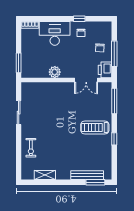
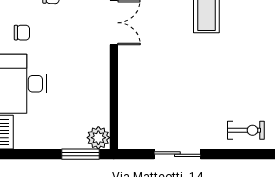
plant: (55, 72) -> (98, 138), moved

